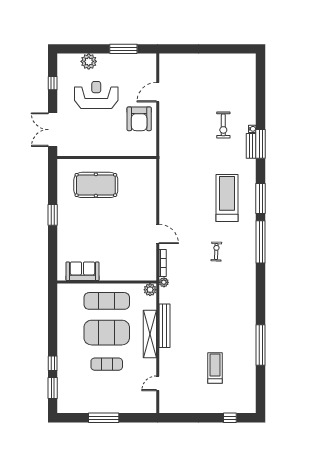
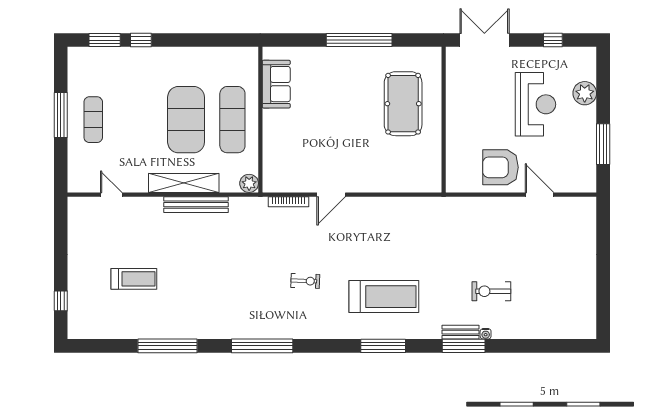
window: (53, 215) -> (359, 40), width x2.11
window: (261, 242) -> (262, 346), moved
plant: (164, 282) -> (260, 204), removed
exercise mat: (107, 364) -> (93, 120), moved

